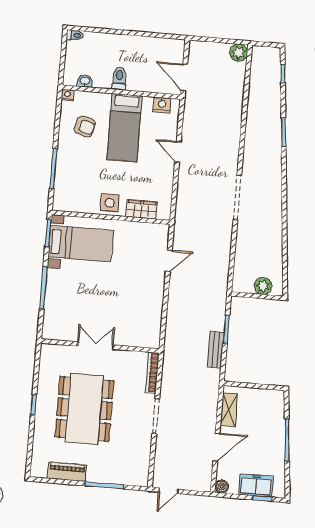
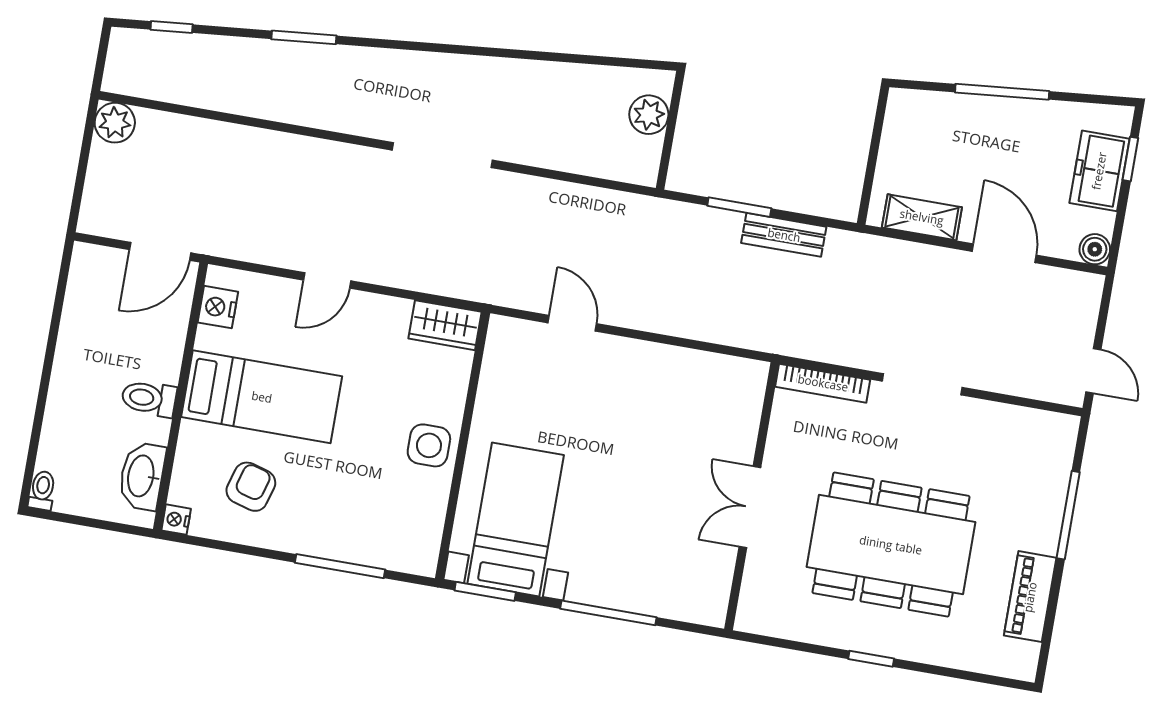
washbasin: (85, 81) -> (142, 476), width x1.91, depth x1.45
wardrobe: (142, 210) -> (445, 325), moved, turned -90

